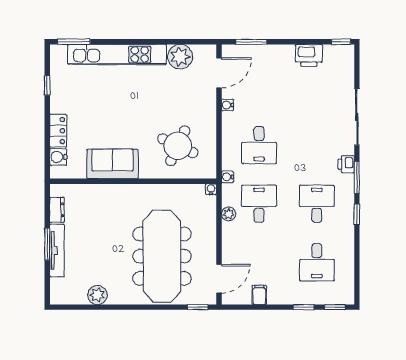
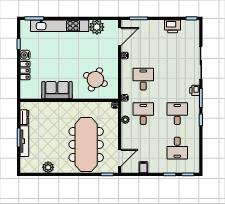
desk: (259, 145) -> (143, 79), turned 180
water cooler: (58, 157) -> (25, 55), moved

